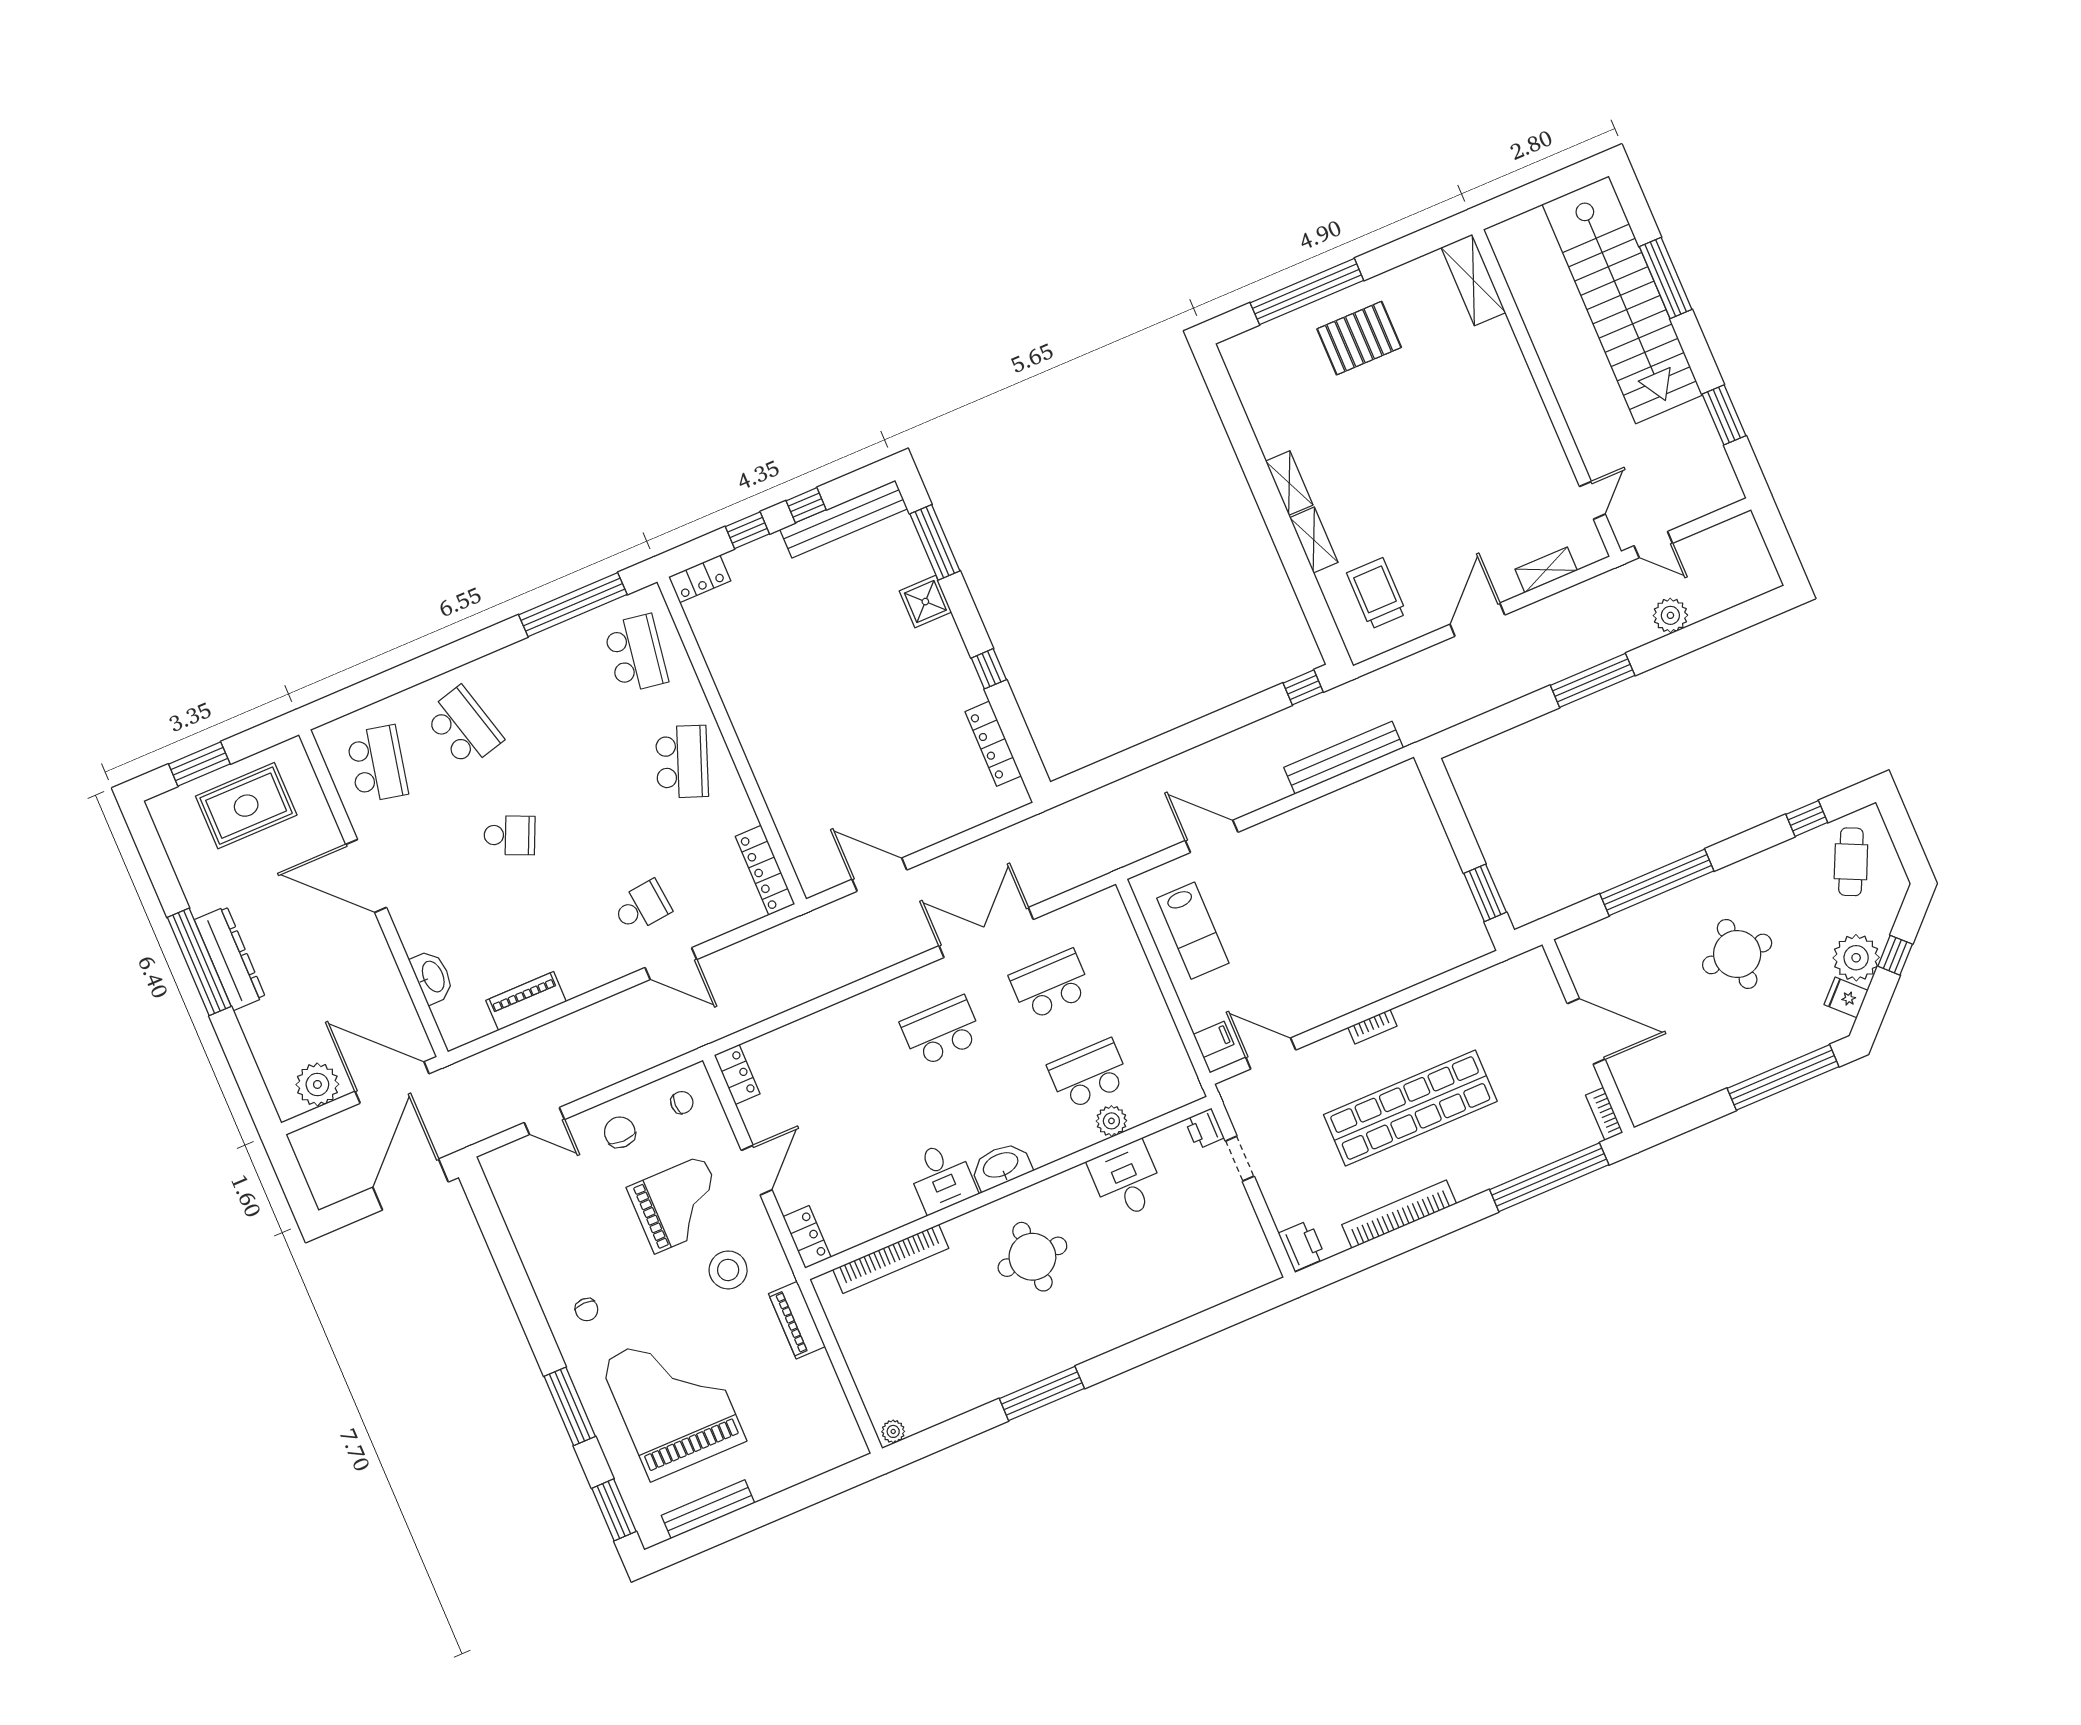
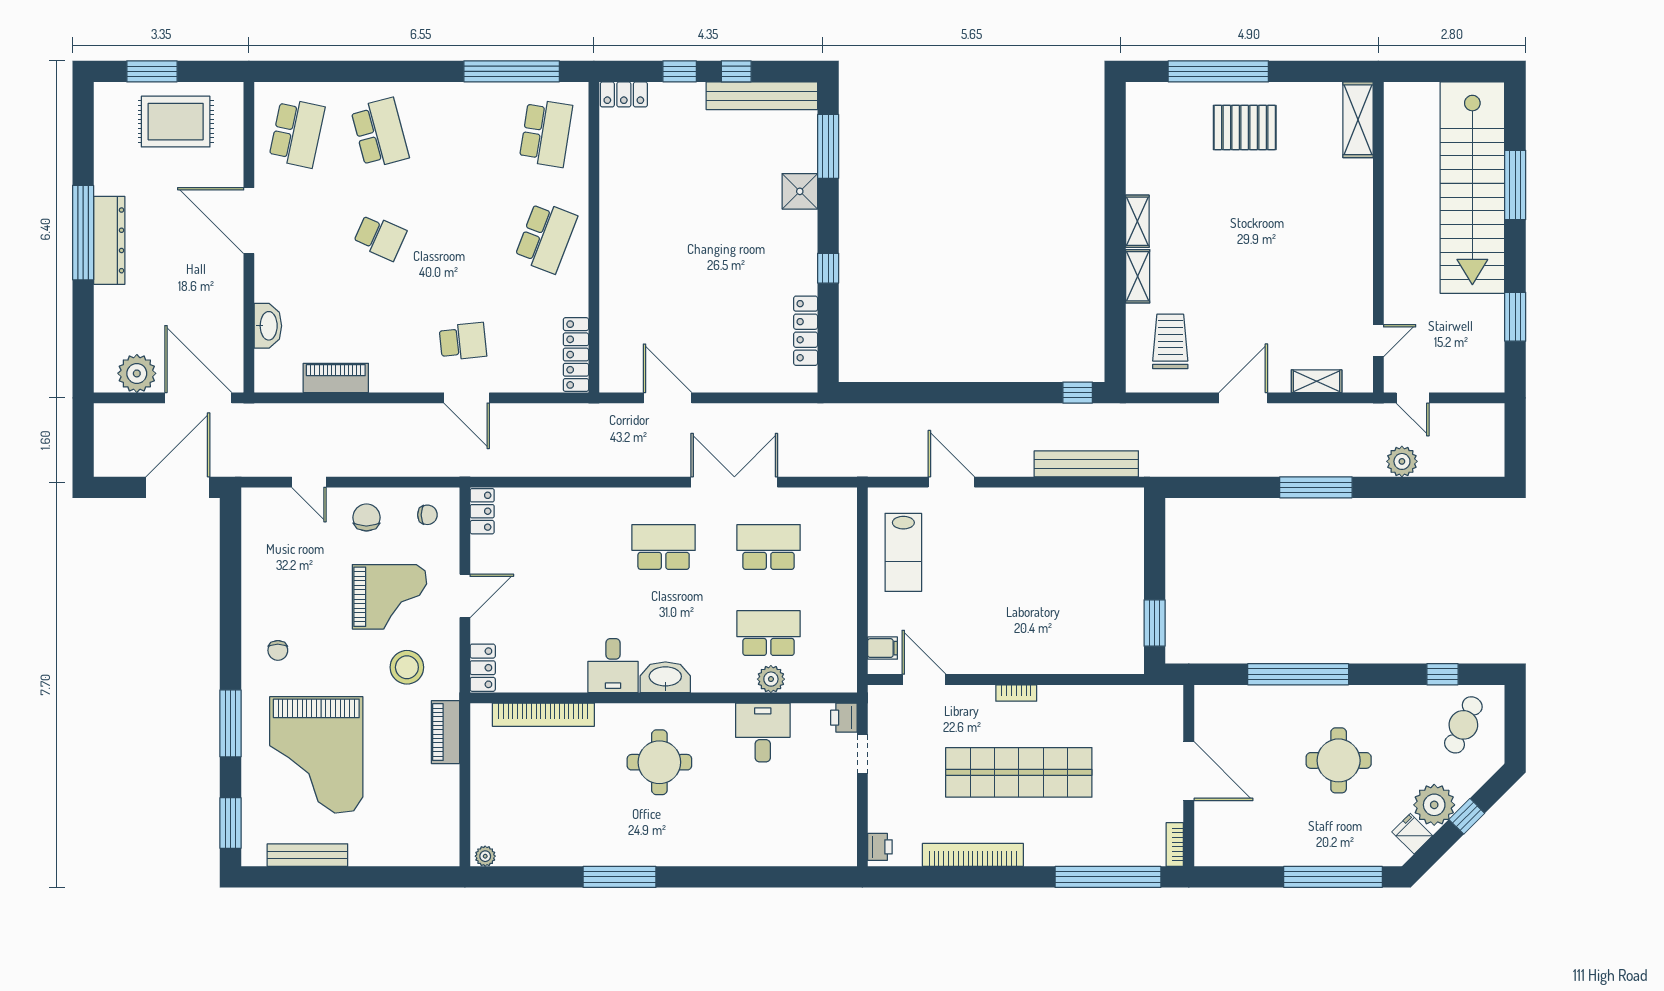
printer: (1302, 1246) -> (880, 847), width x0.73, depth x0.81
grand piano: (673, 1401) -> (316, 755), turned 180

